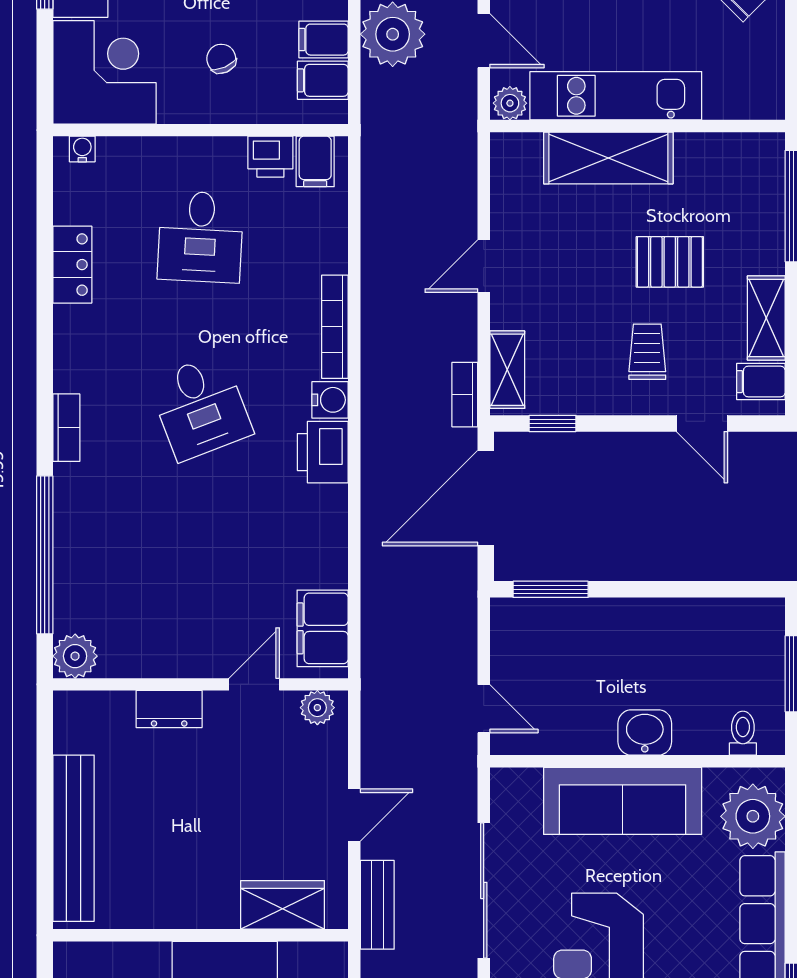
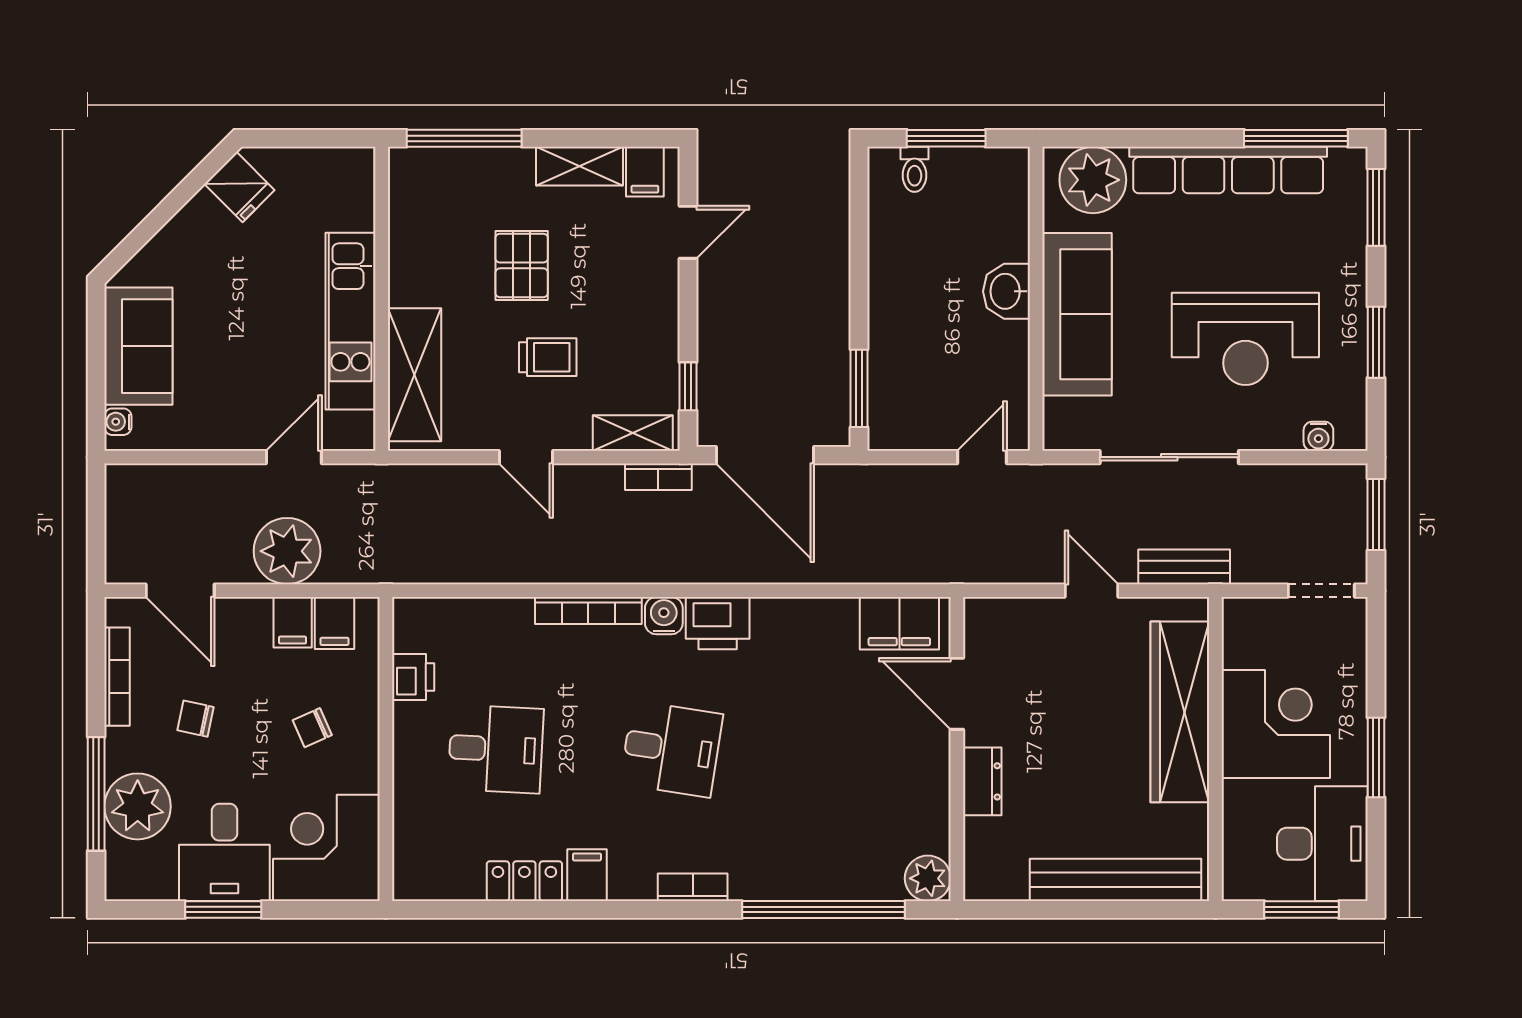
plant: (510, 103) -> (358, 430), removed
water cooler: (82, 149) -> (405, 871), removed
shelving: (608, 158) -> (415, 375), moved
filing cabinet: (315, 161) -> (587, 875), moved, turned -90
trolley: (647, 352) -> (548, 357), moved, turned 180
desk: (201, 407) -> (671, 749), turned 30
door: (254, 684) -> (957, 694), width x1.38
plant: (317, 708) -> (981, 629), removed
toilet: (743, 733) -> (914, 169), moved, turned -90
wardrobe: (283, 905) -> (1180, 712), width x2.10, depth x1.17

